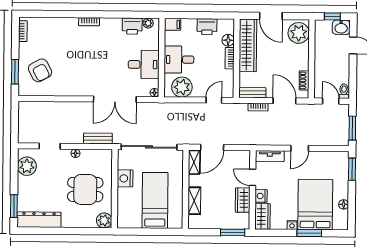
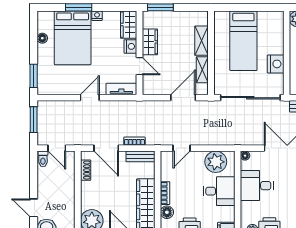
shelving: (194, 162) -> (202, 70), moved

